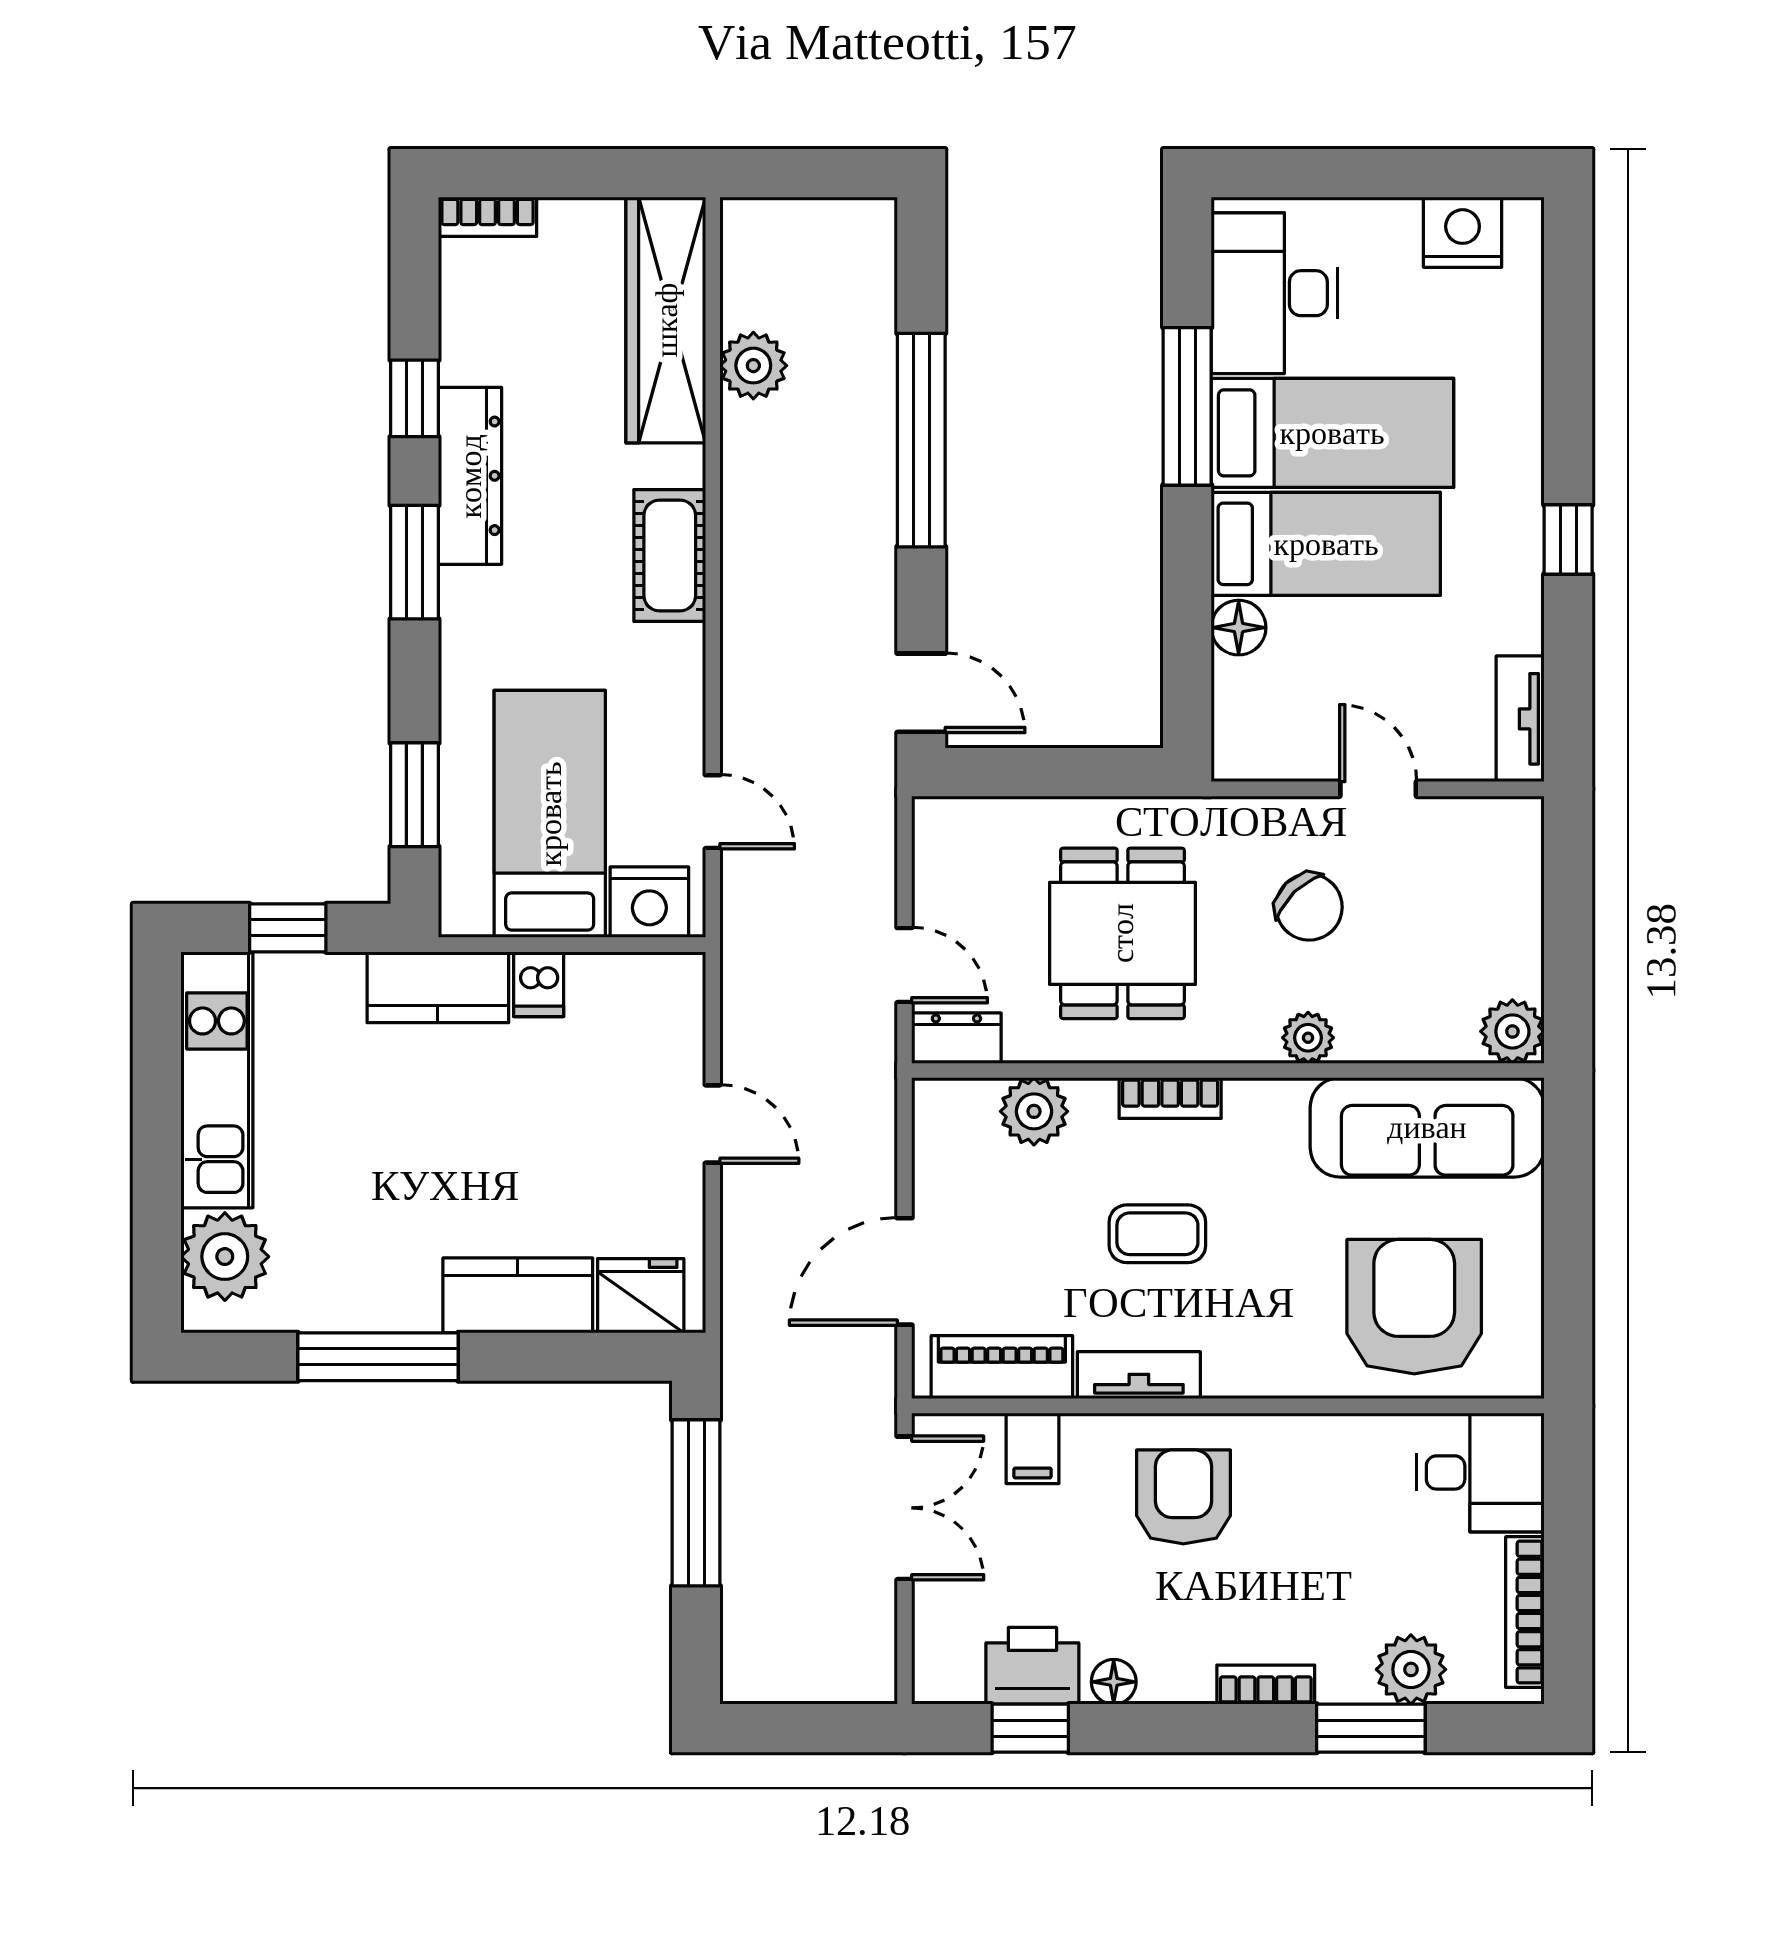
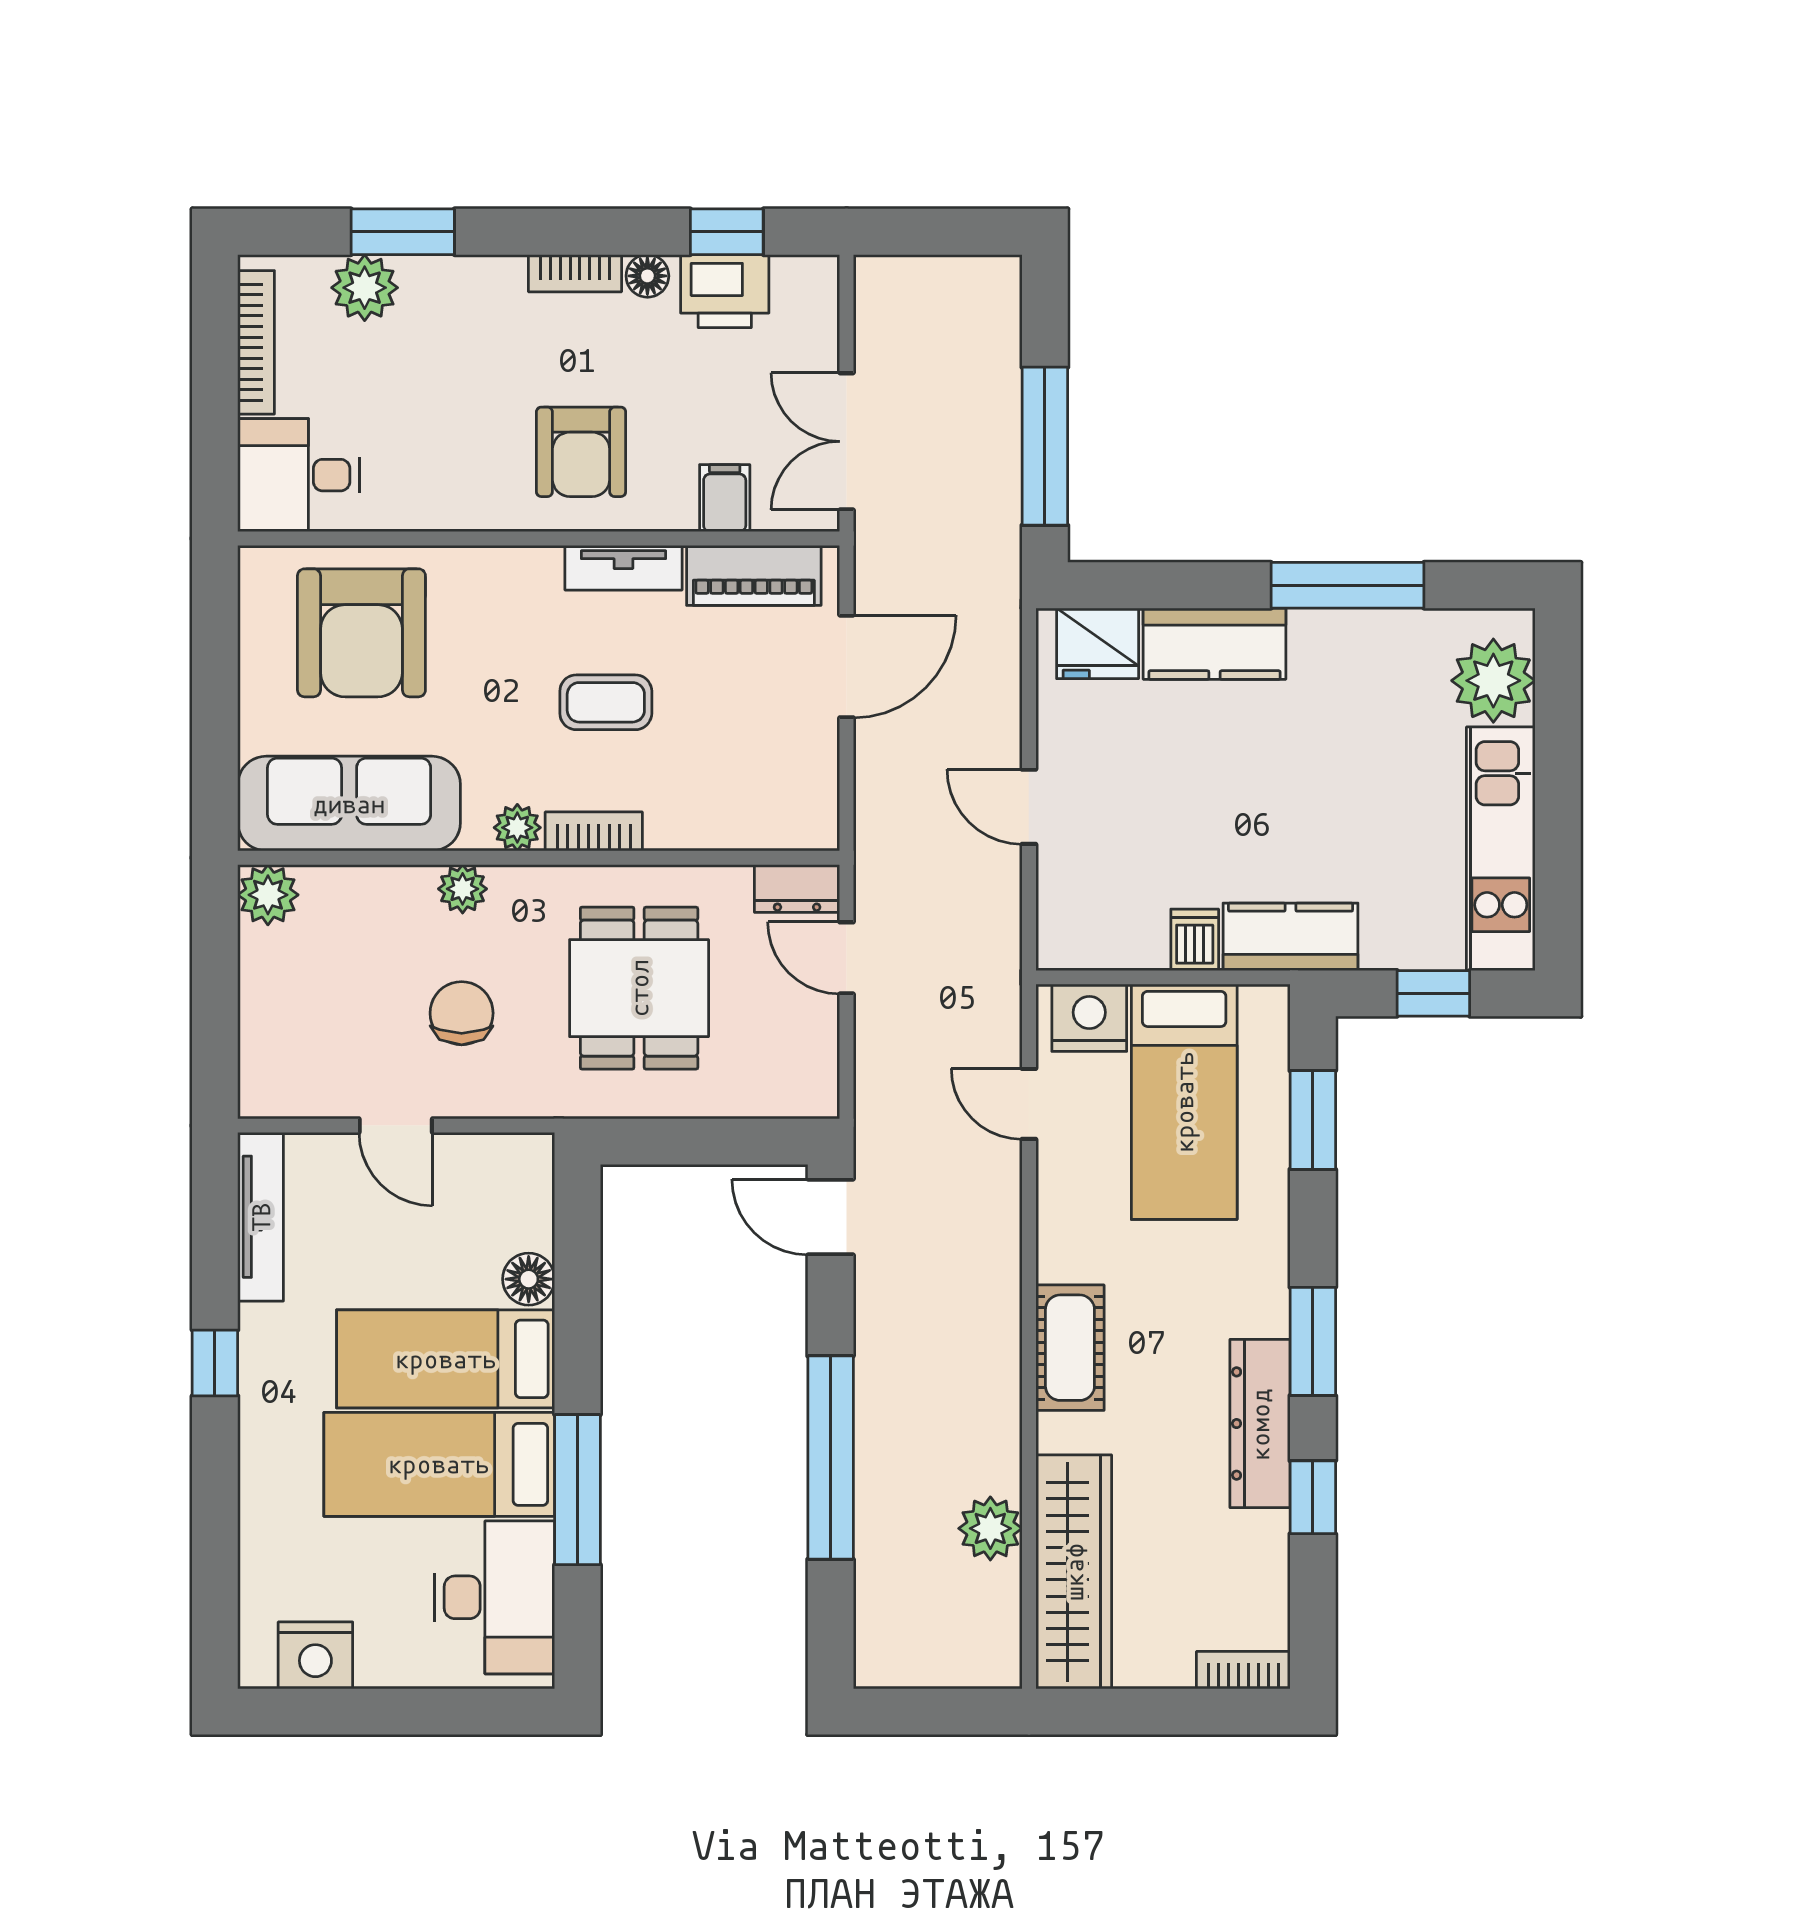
tv unit: (1520, 719) -> (261, 1217), width x1.41
chair: (1309, 907) -> (462, 1013), turned 44
plant: (1034, 1111) -> (517, 828), moved, width x0.73, depth x0.73
bookcase: (1266, 1685) -> (575, 273), moved

